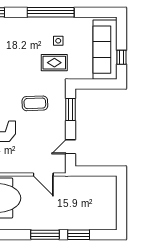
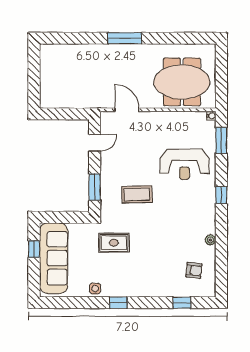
window: (51, 12) -> (118, 303), width x0.32
side table: (58, 41) -> (95, 289), moved
window: (79, 235) -> (85, 38), removed

